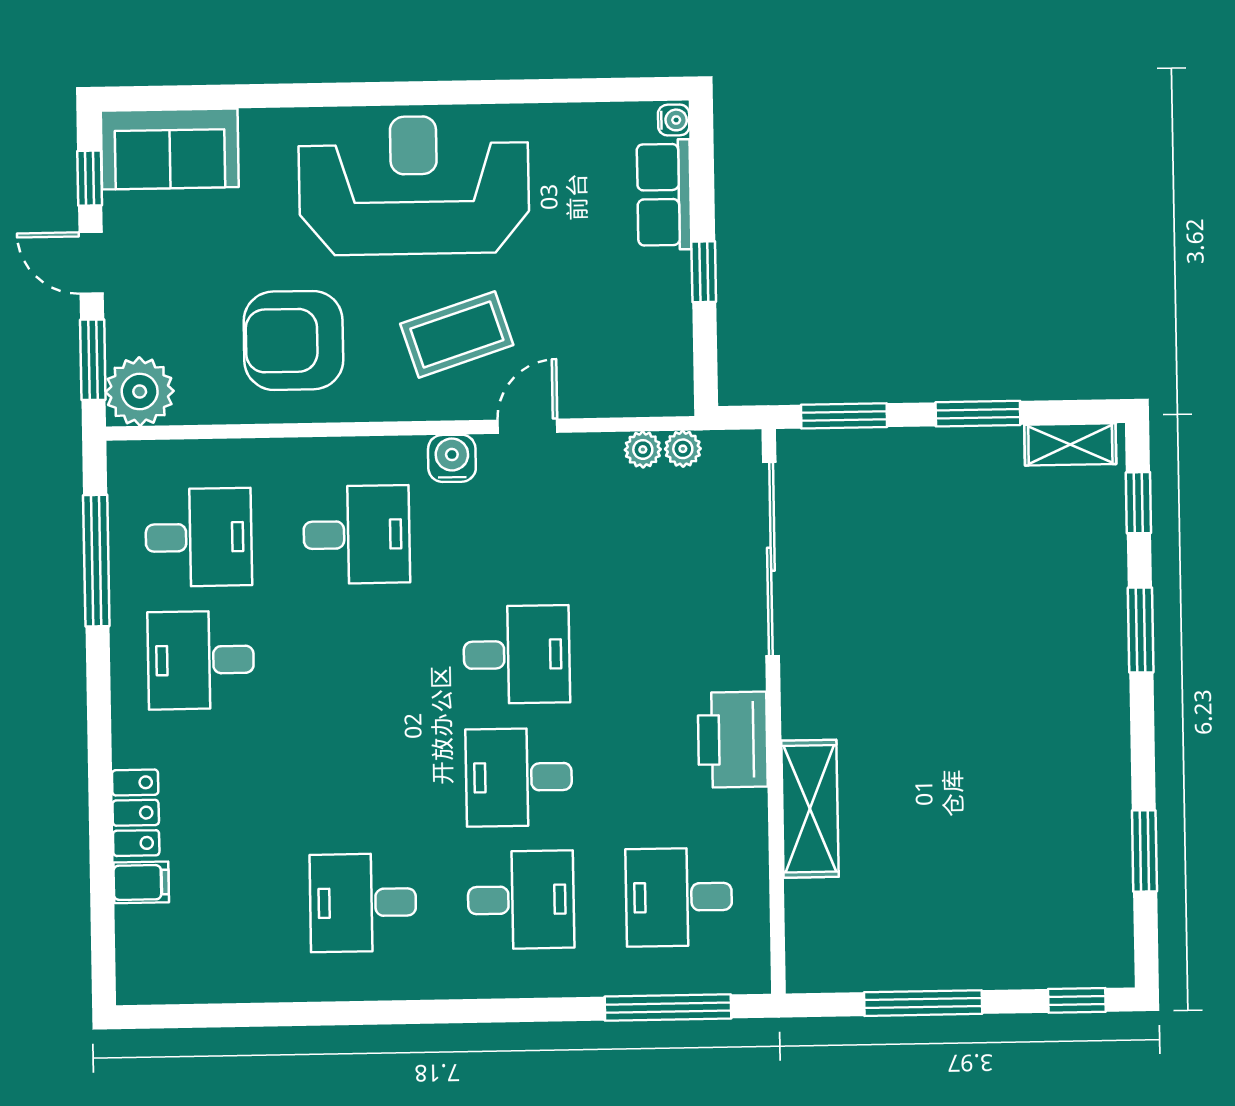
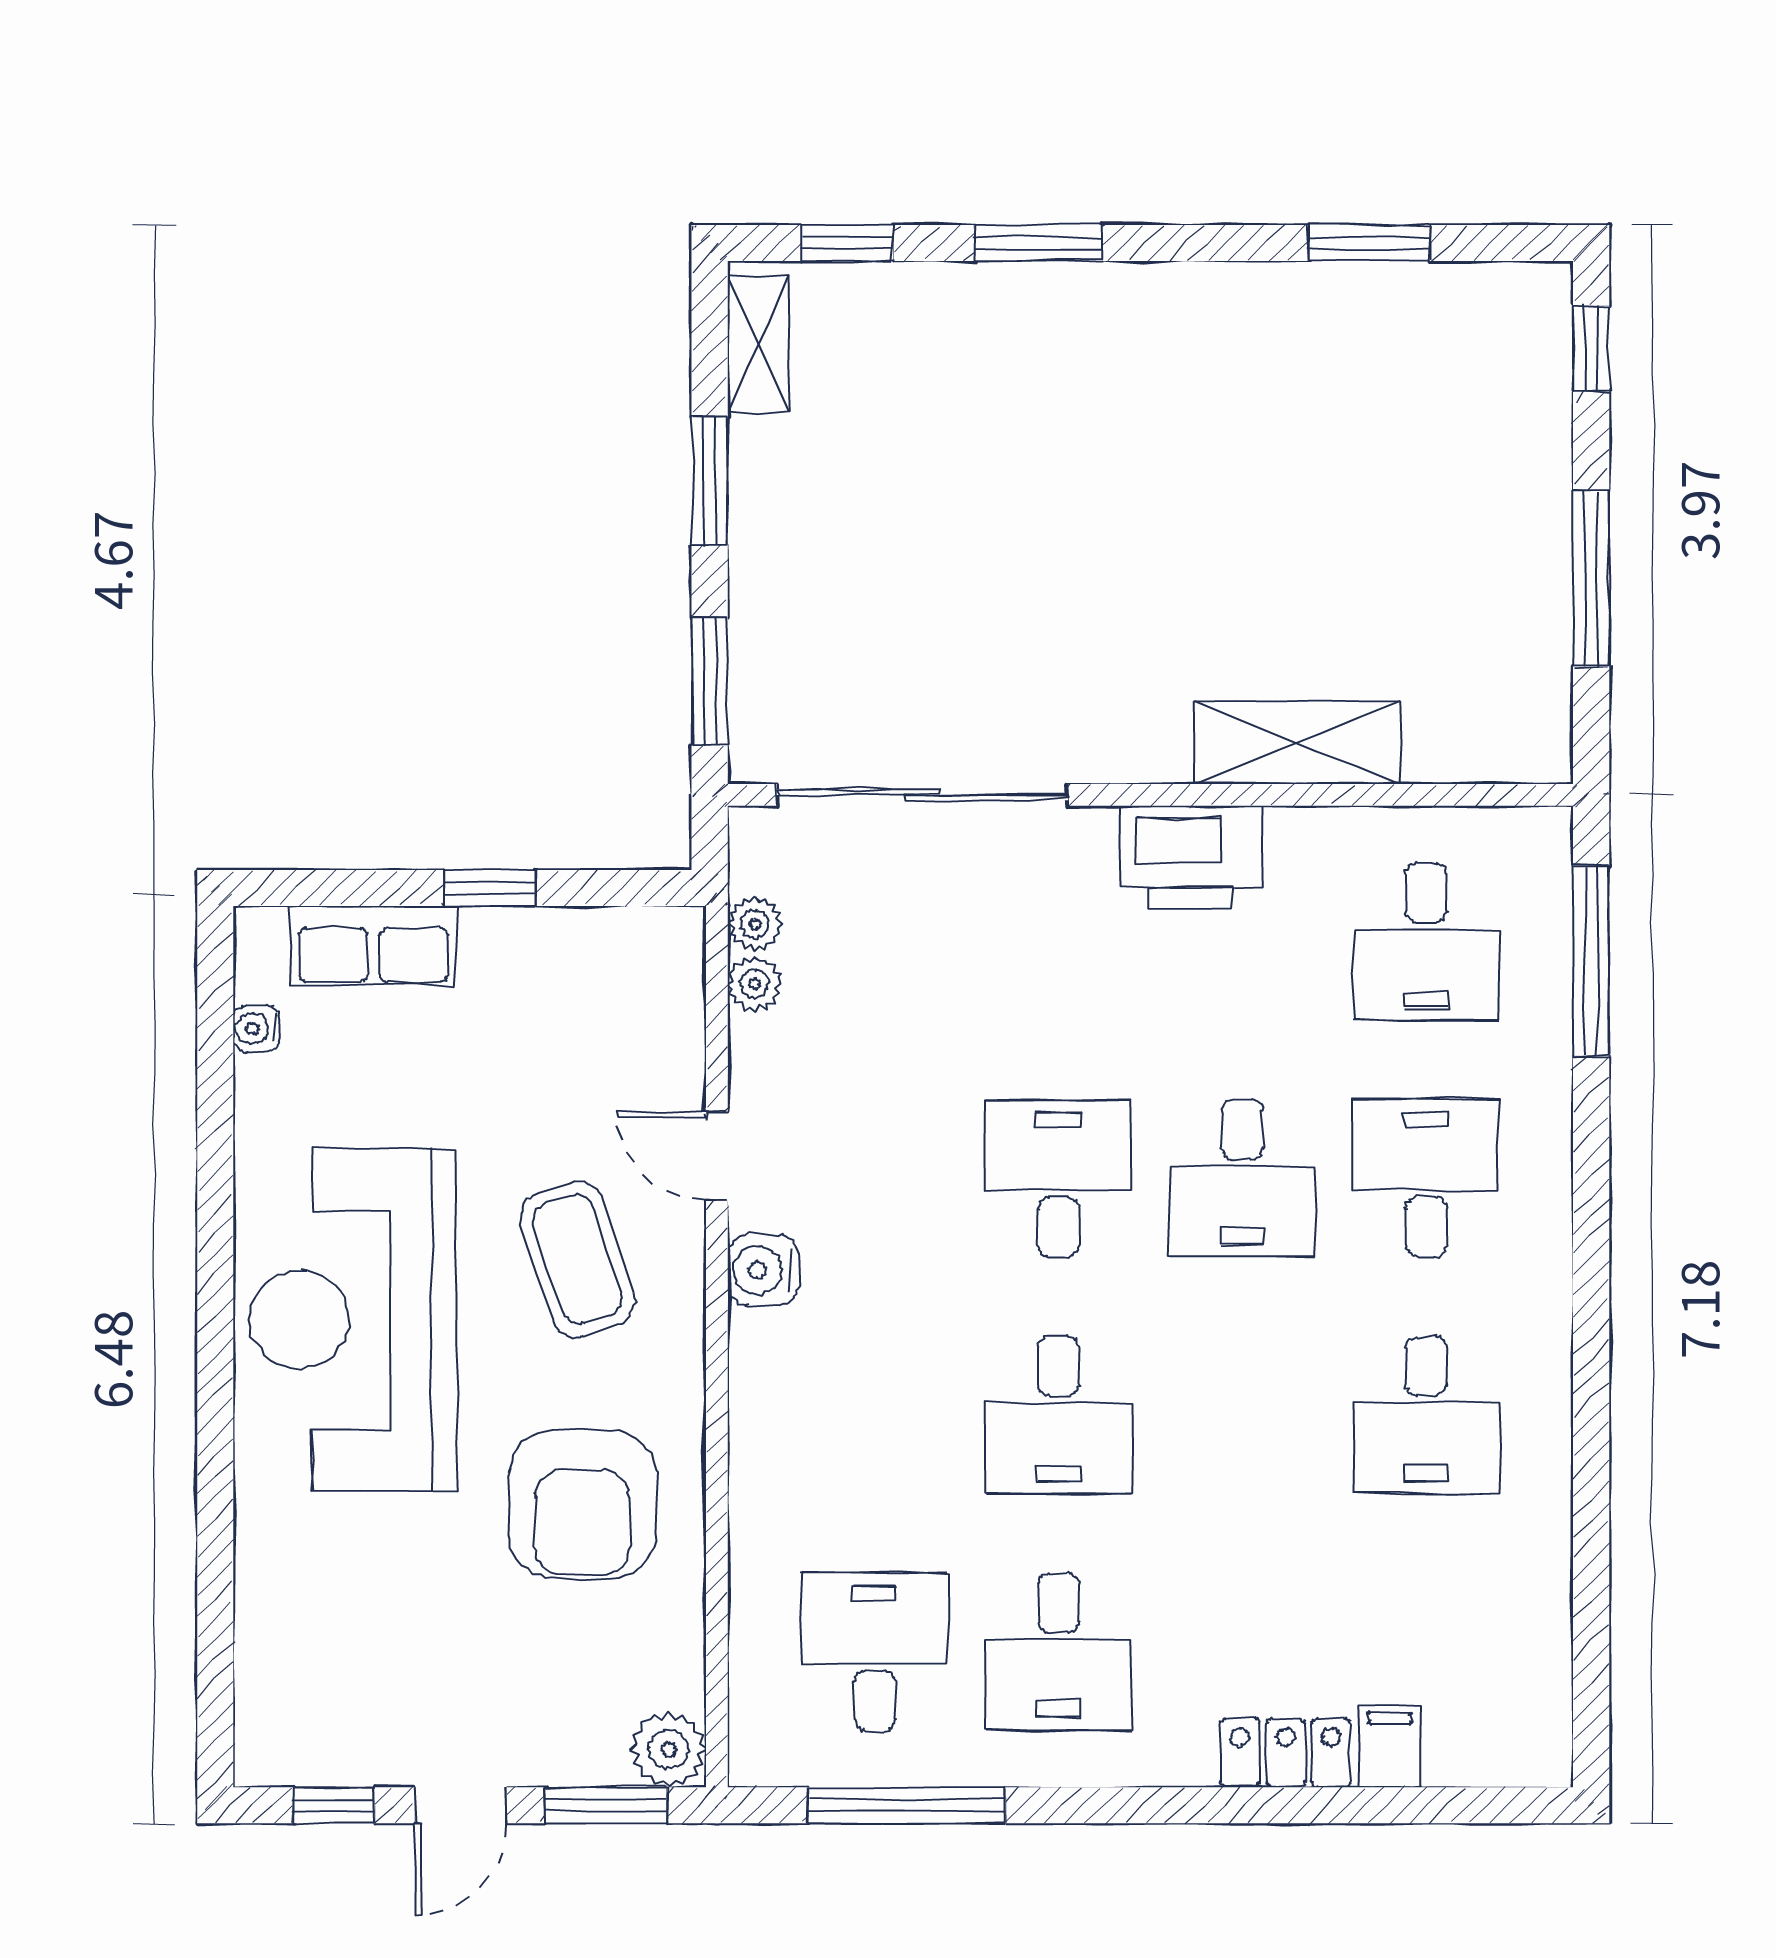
water cooler: (674, 120) -> (256, 1028), moved, turned -90
sofa: (170, 149) -> (292, 1684), removed
plant: (140, 392) -> (668, 1750), width x0.73, depth x0.73
desk: (357, 535) -> (1058, 1415), moved, turned 180

